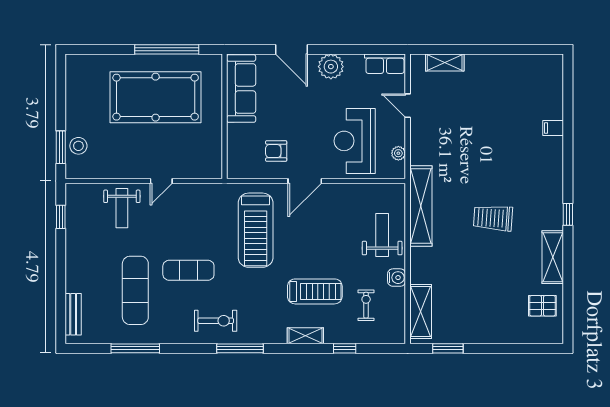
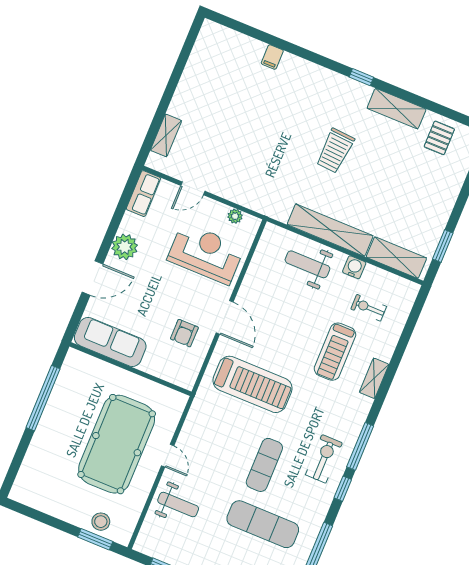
pool table: (156, 97) -> (117, 444), moved
reception desk: (355, 141) -> (206, 253), turned 180
shelving: (421, 206) -> (330, 230), moved
treadmill: (315, 291) -> (335, 352), turned 180
window: (345, 348) -> (343, 489), moved

